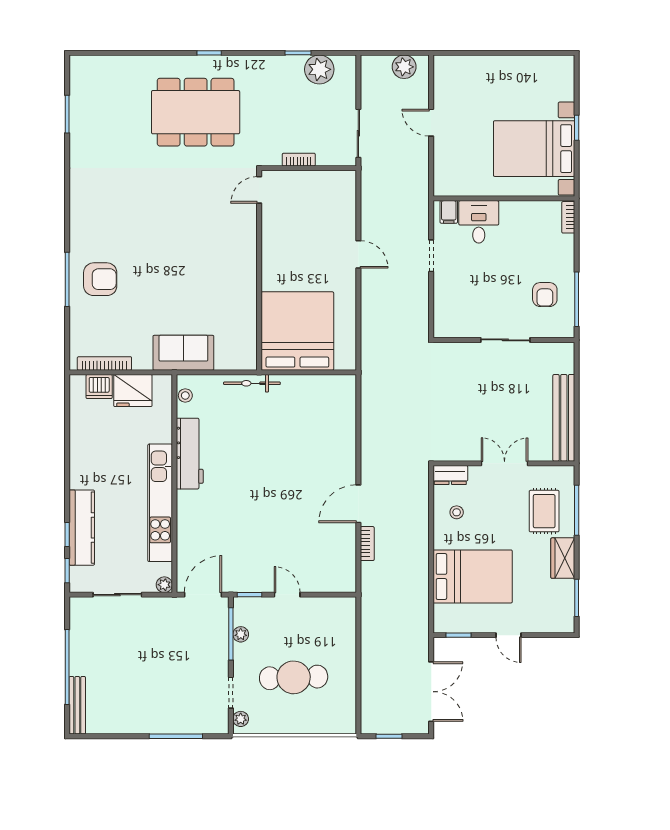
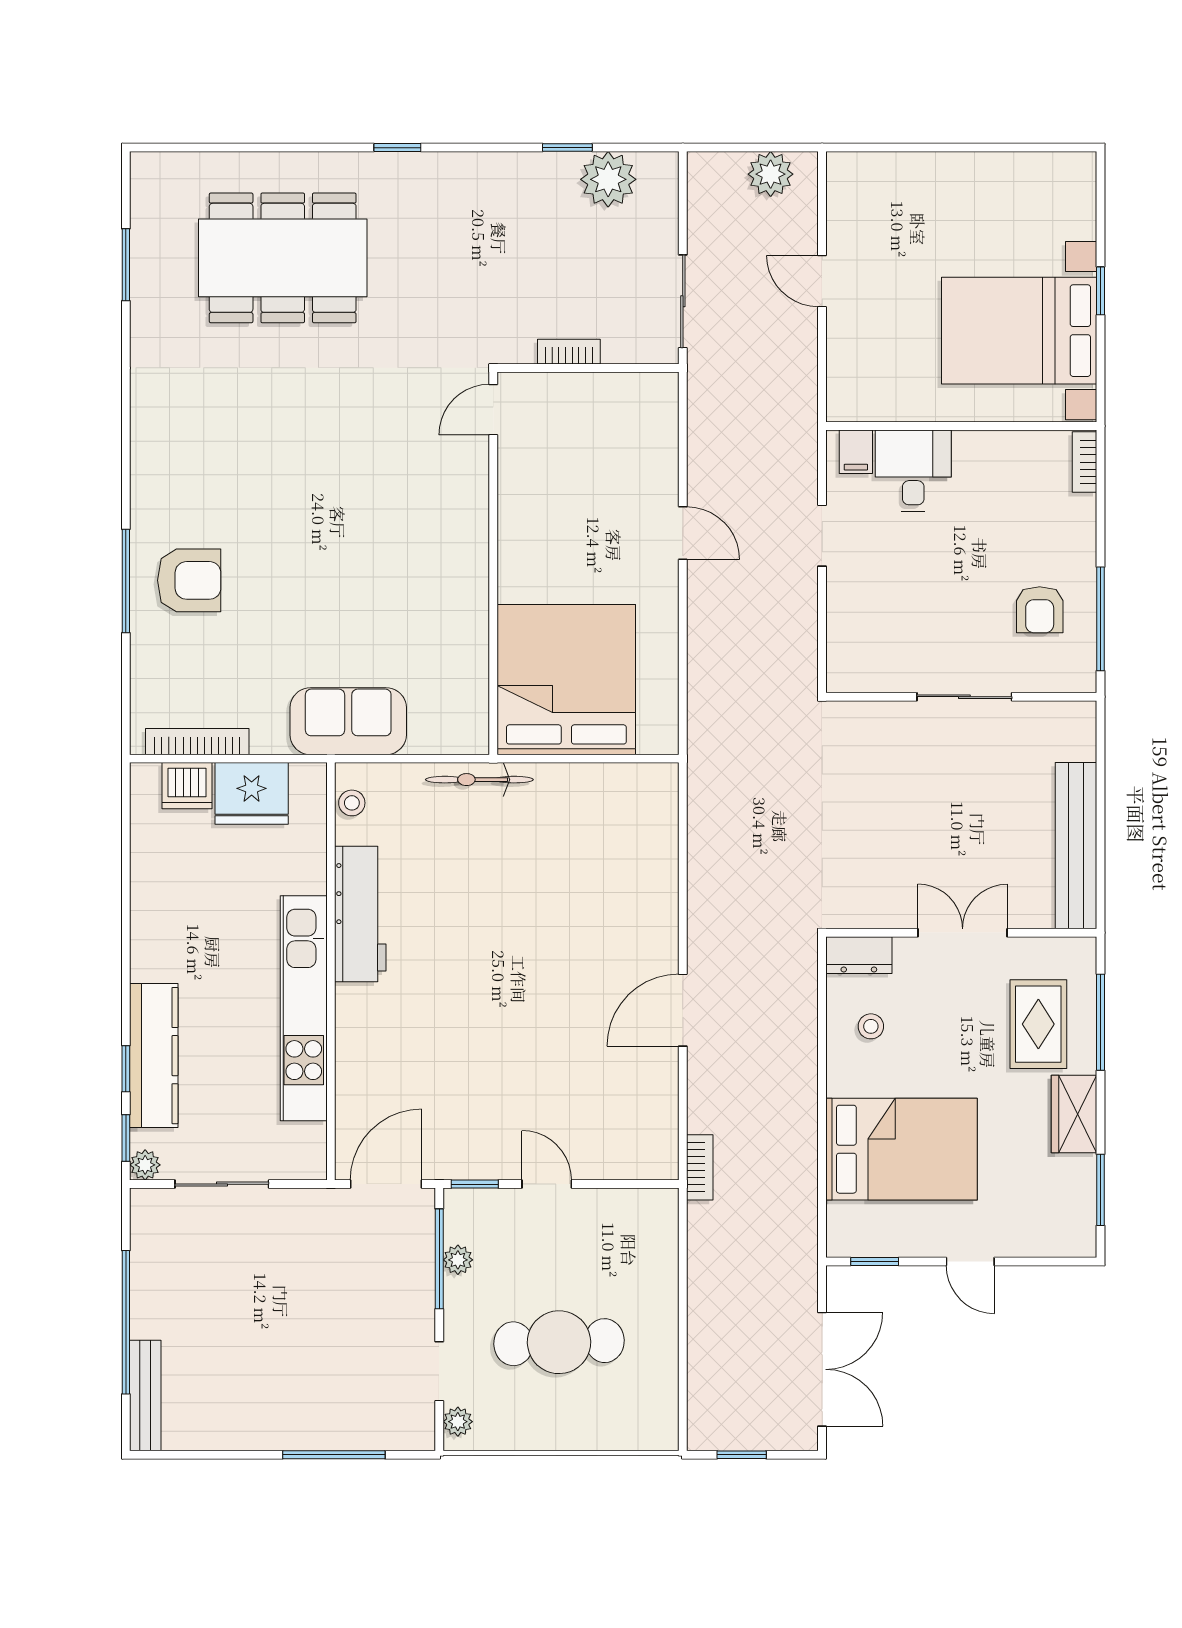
dining table: (196, 112) -> (283, 258), moved
bookcase: (367, 544) -> (700, 1167), moved
plant: (164, 585) -> (145, 1165), moved

